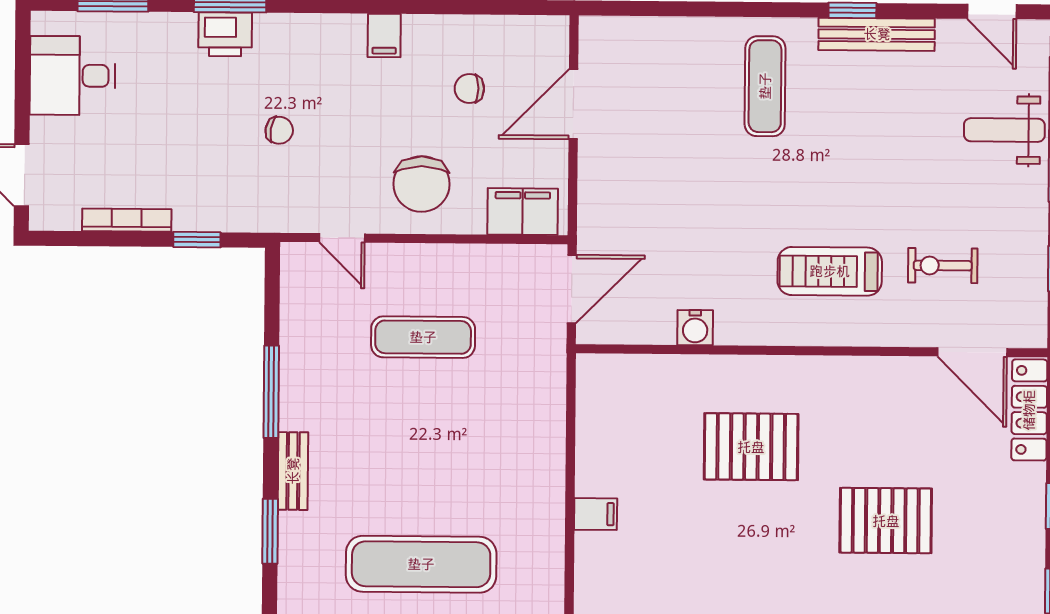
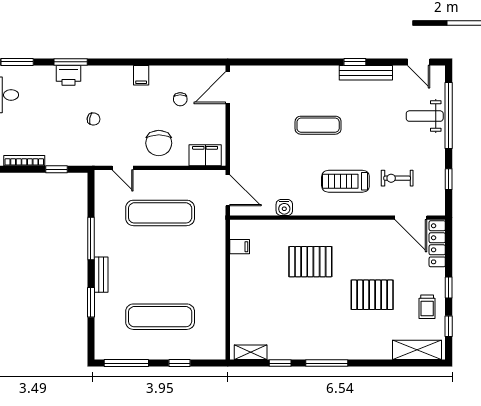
exercise mat: (765, 86) -> (318, 125), moved, turned 90
chair: (469, 89) -> (180, 99), turned -90
door: (573, 104) -> (228, 88), moved
door: (572, 289) -> (228, 190), hinge flipped
exercise mat: (423, 337) -> (160, 213), width x1.36, depth x1.45
filing cabinet: (596, 514) -> (240, 247), moved
trolley: (1006, 548) -> (427, 307), added

